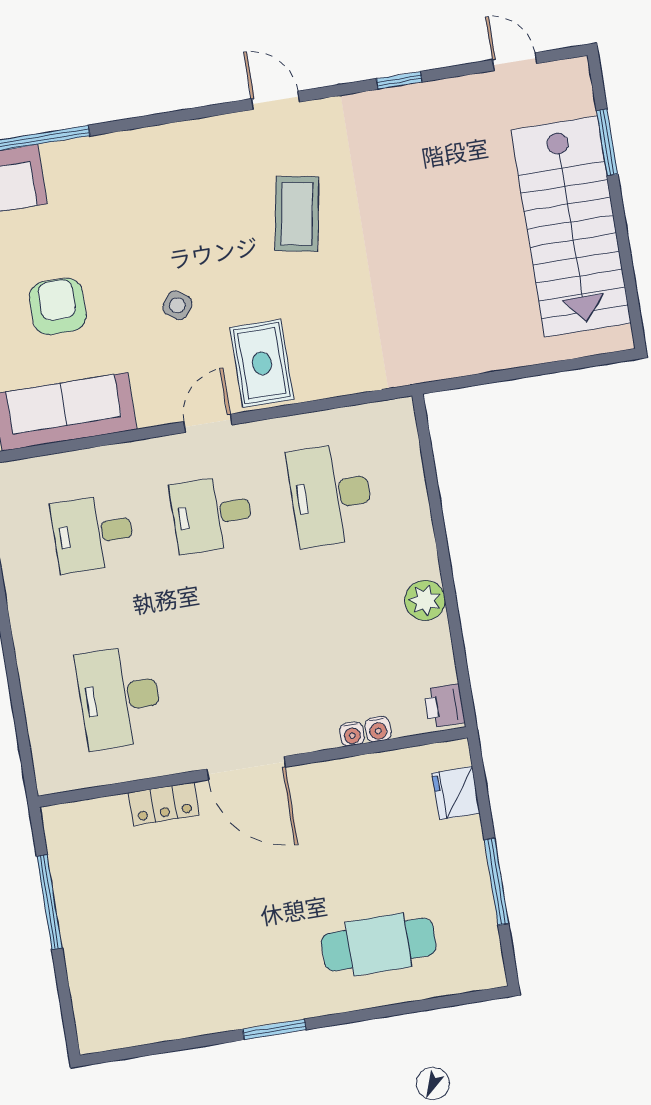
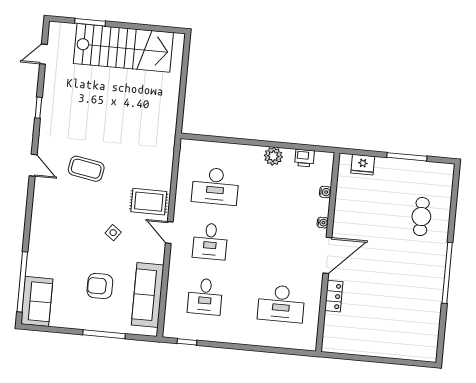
door: (275, 100) -> (33, 165), swing flipped
printer: (444, 706) -> (304, 158), moved
water cooler: (352, 734) -> (323, 223), moved
window: (50, 902) -> (365, 358), removed
cafe table: (379, 944) -> (421, 217), width x0.73, depth x0.74
window: (274, 1029) -> (447, 273), width x2.11

